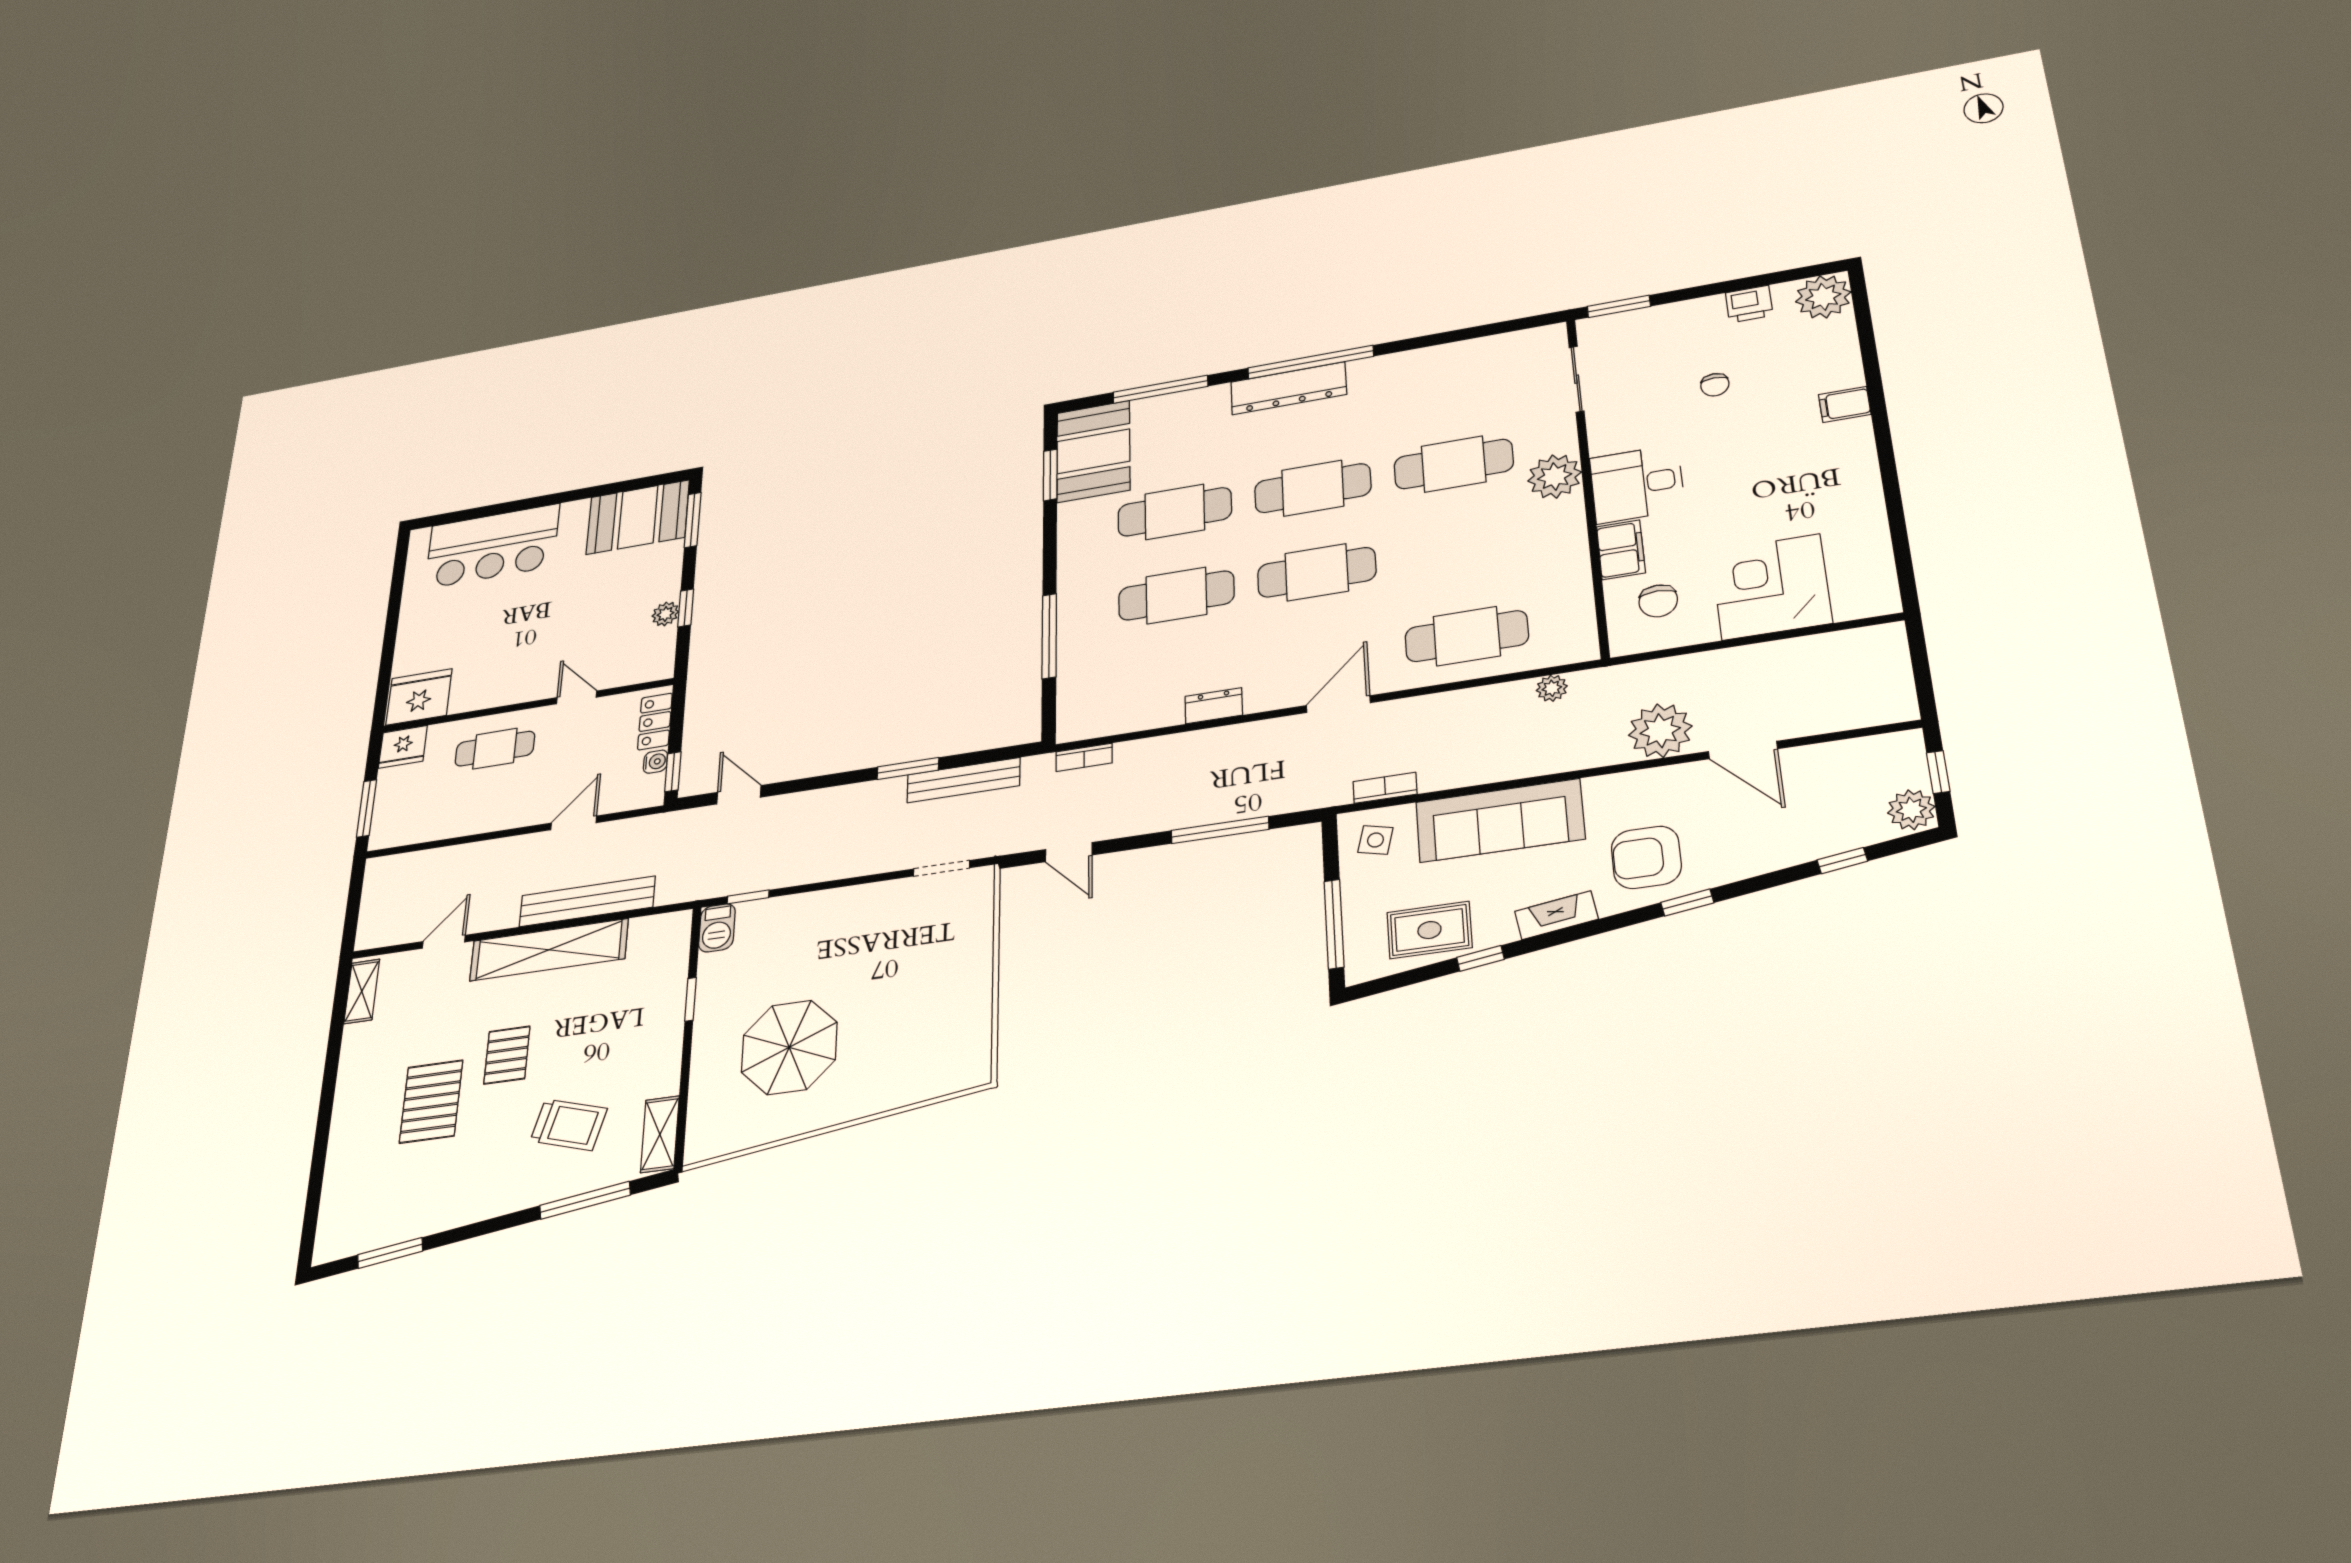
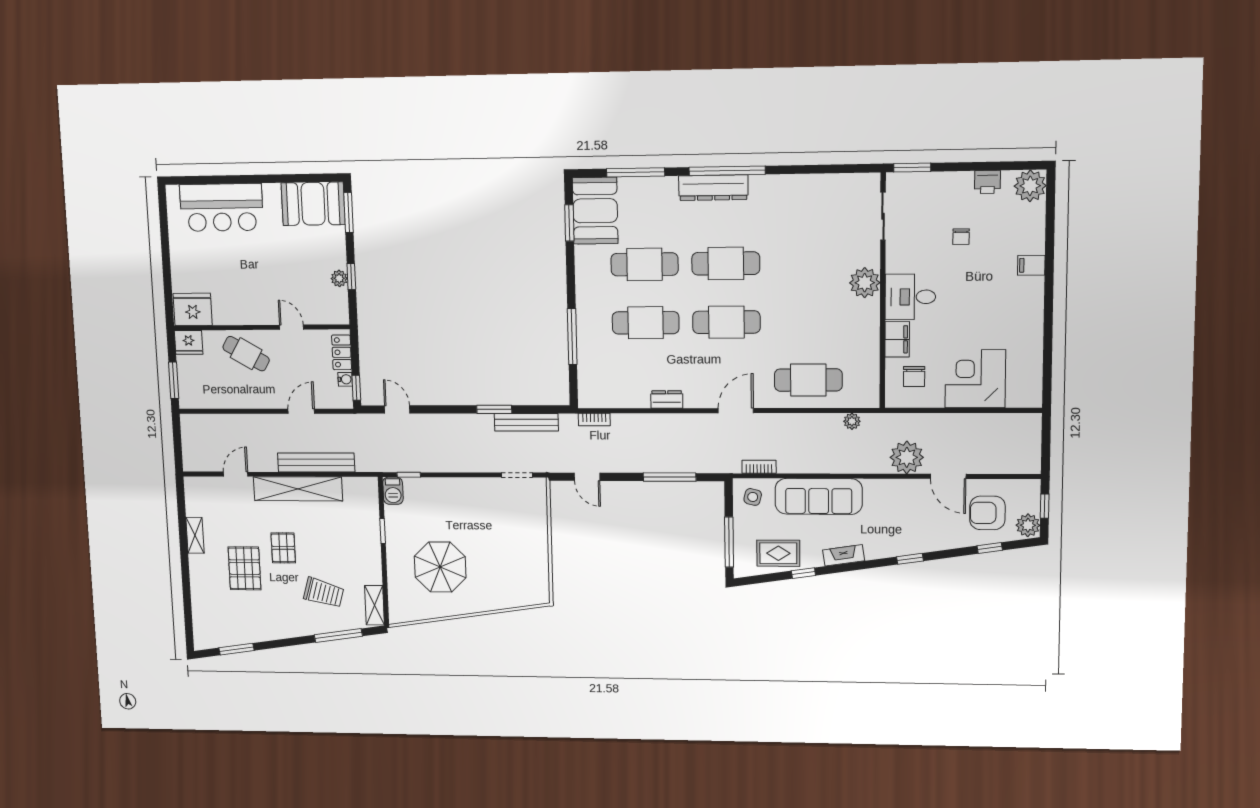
cafe table: (1454, 464) -> (808, 263), removed
cafe table: (495, 749) -> (246, 354), turned 30
armchair: (1646, 857) -> (987, 513), moved
shelving: (362, 991) -> (195, 535), moved

